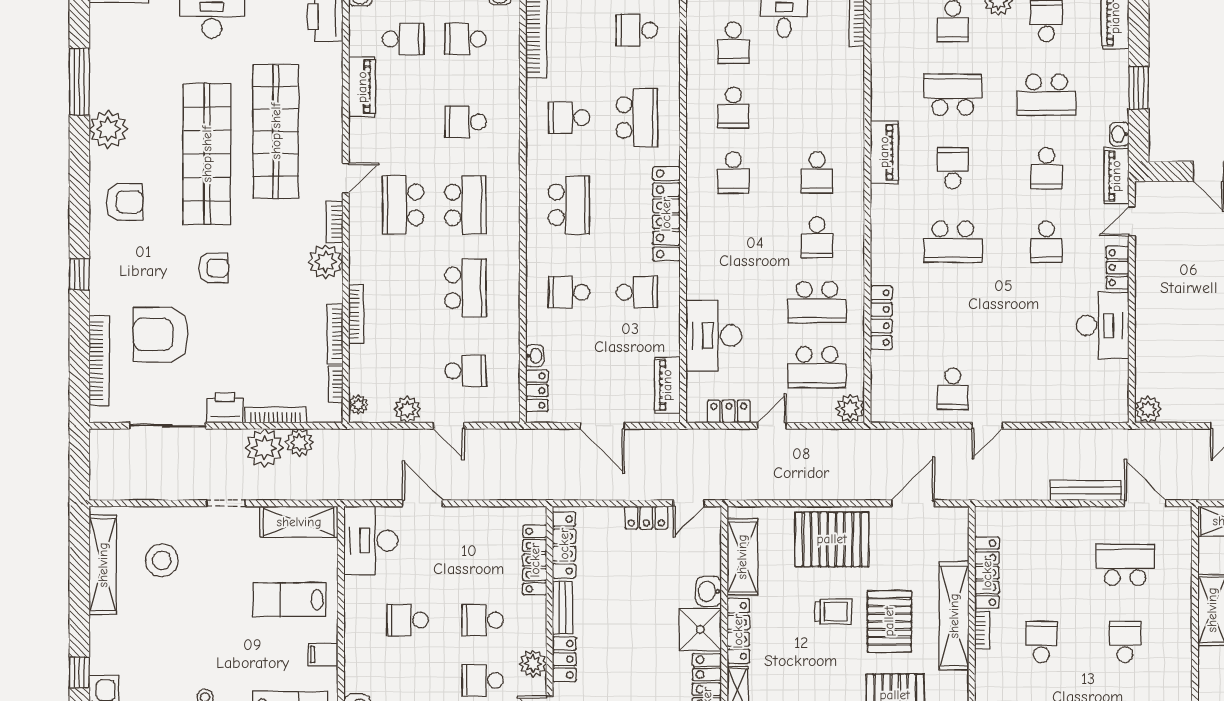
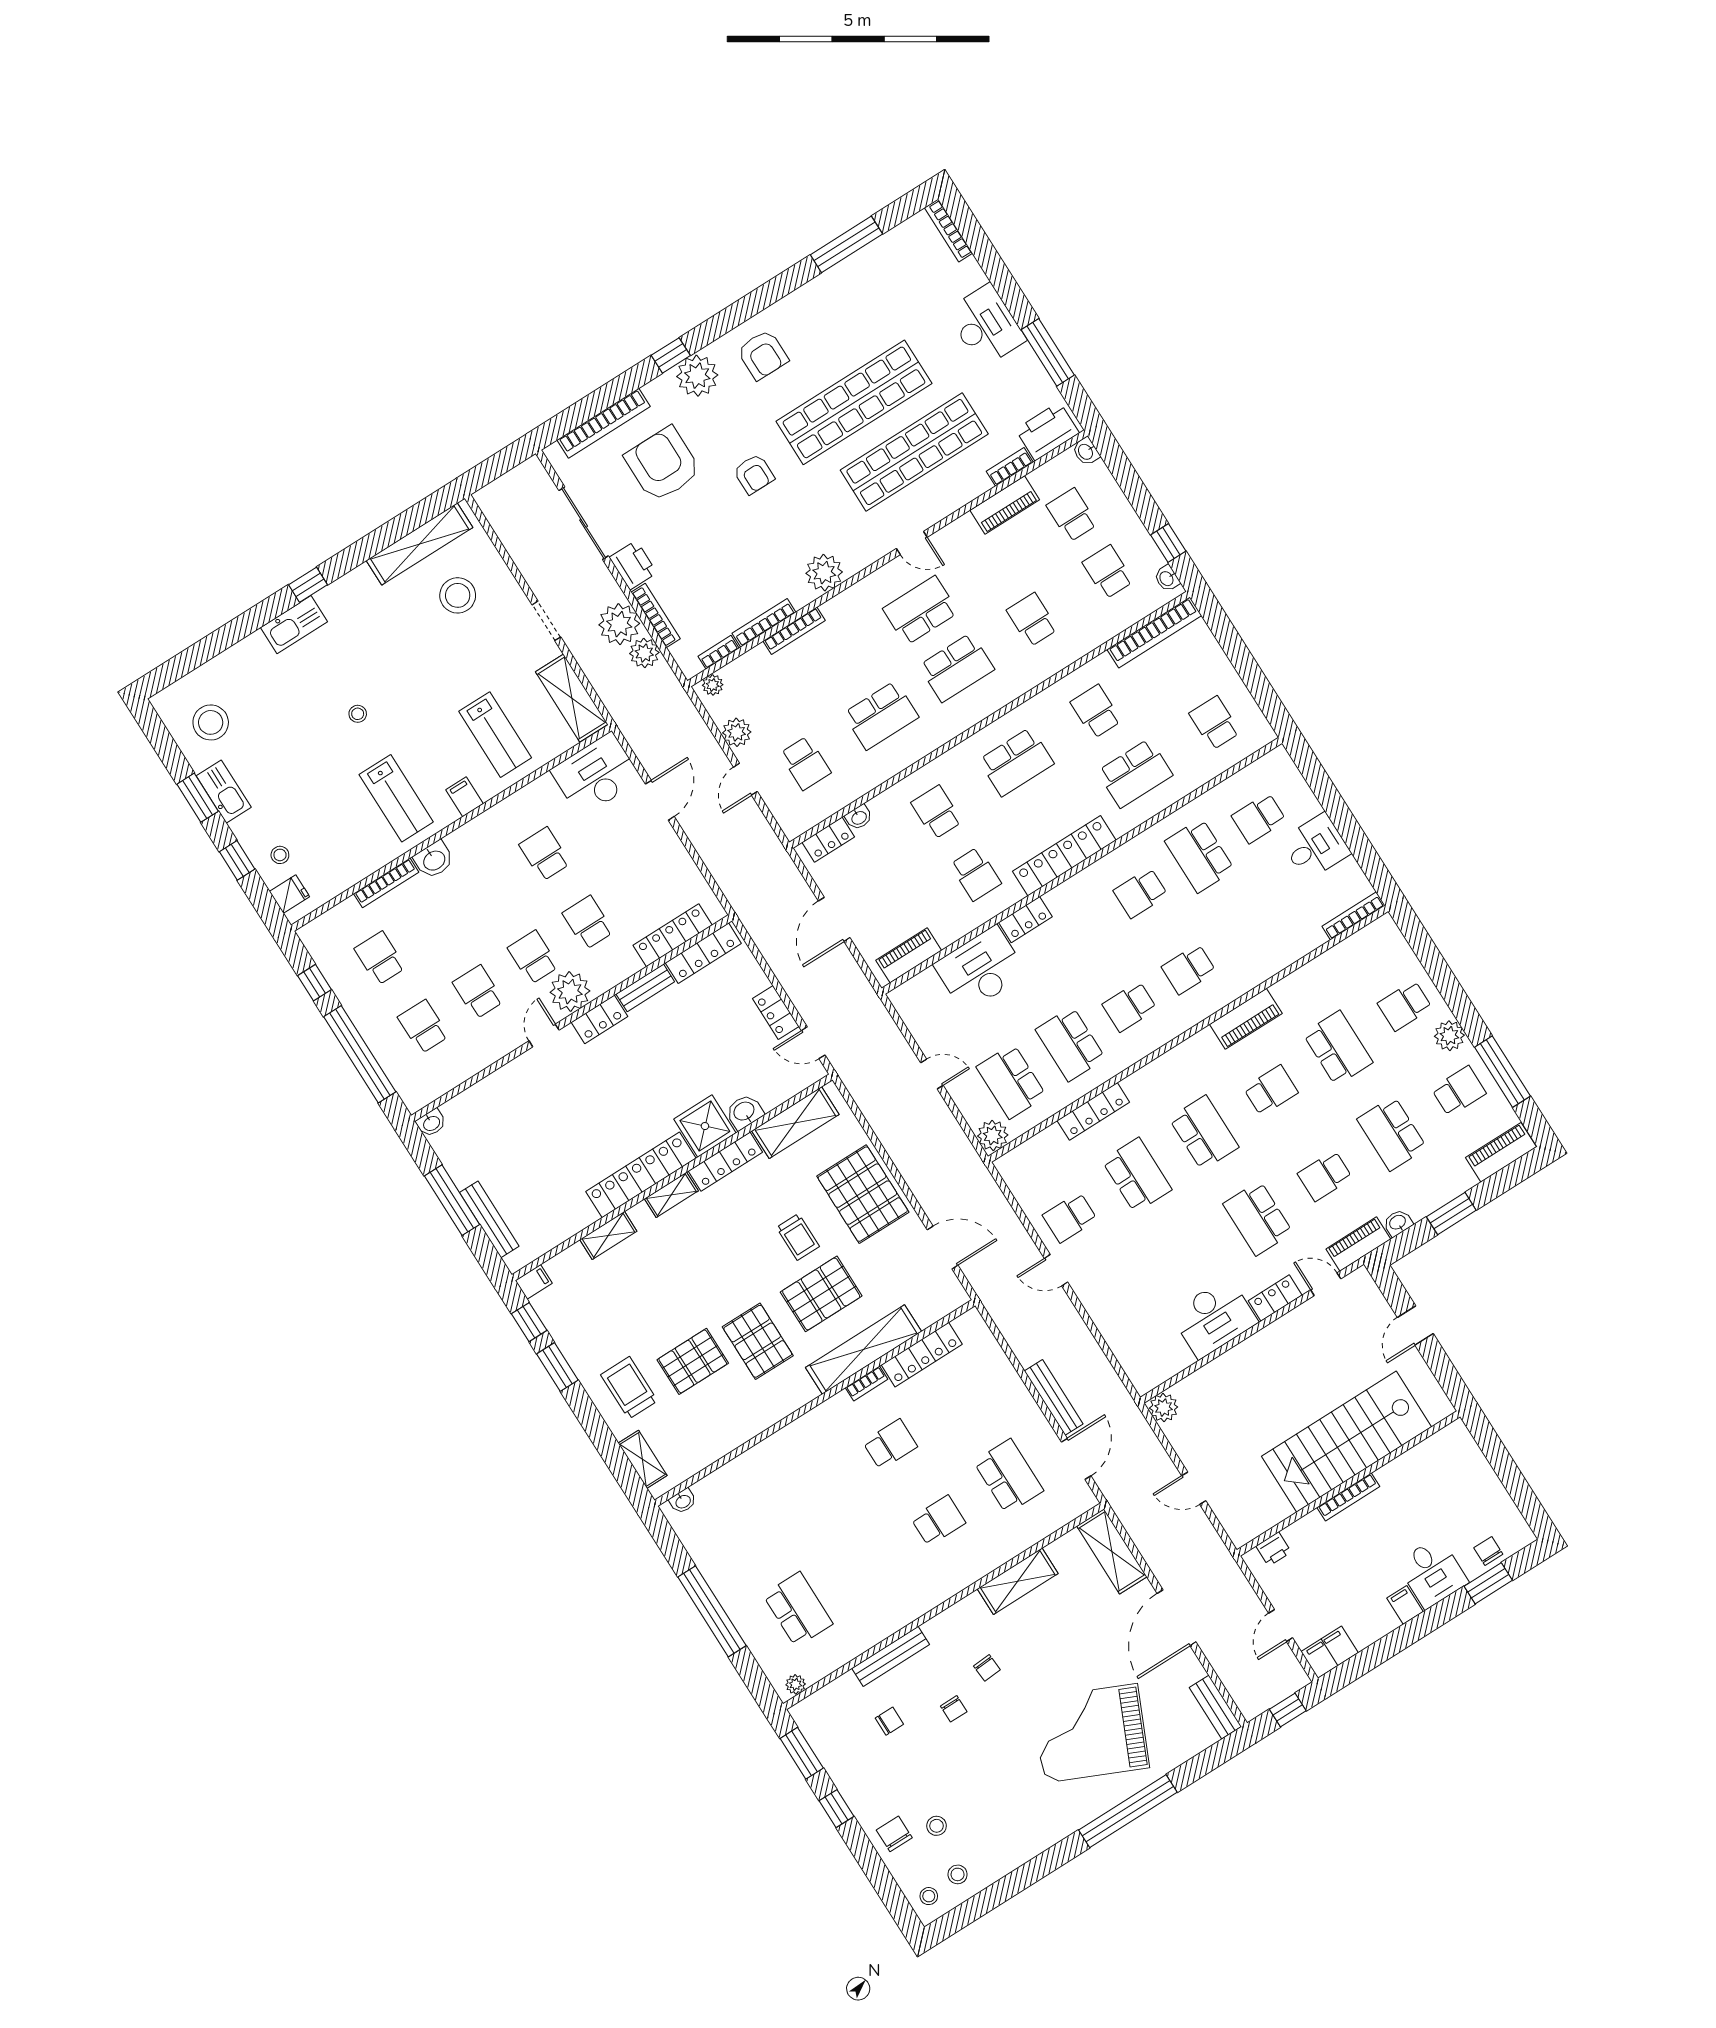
school desk: (403, 39) -> (1072, 515), turned 180
school desk: (733, 108) -> (1200, 856), width x1.85
plant: (108, 129) -> (697, 376), moved
bookcase: (335, 222) -> (1010, 467), moved
school desk: (953, 242) -> (1204, 1133), turned 180
school desk: (1046, 242) -> (1258, 1218), width x1.85
school desk: (953, 315) -> (1137, 1175), added
locker: (729, 411) -> (1025, 920), moved, turned 90
lab bench: (289, 600) -> (495, 735), turned 180
plant: (533, 664) -> (570, 992), width x1.36, depth x1.36

